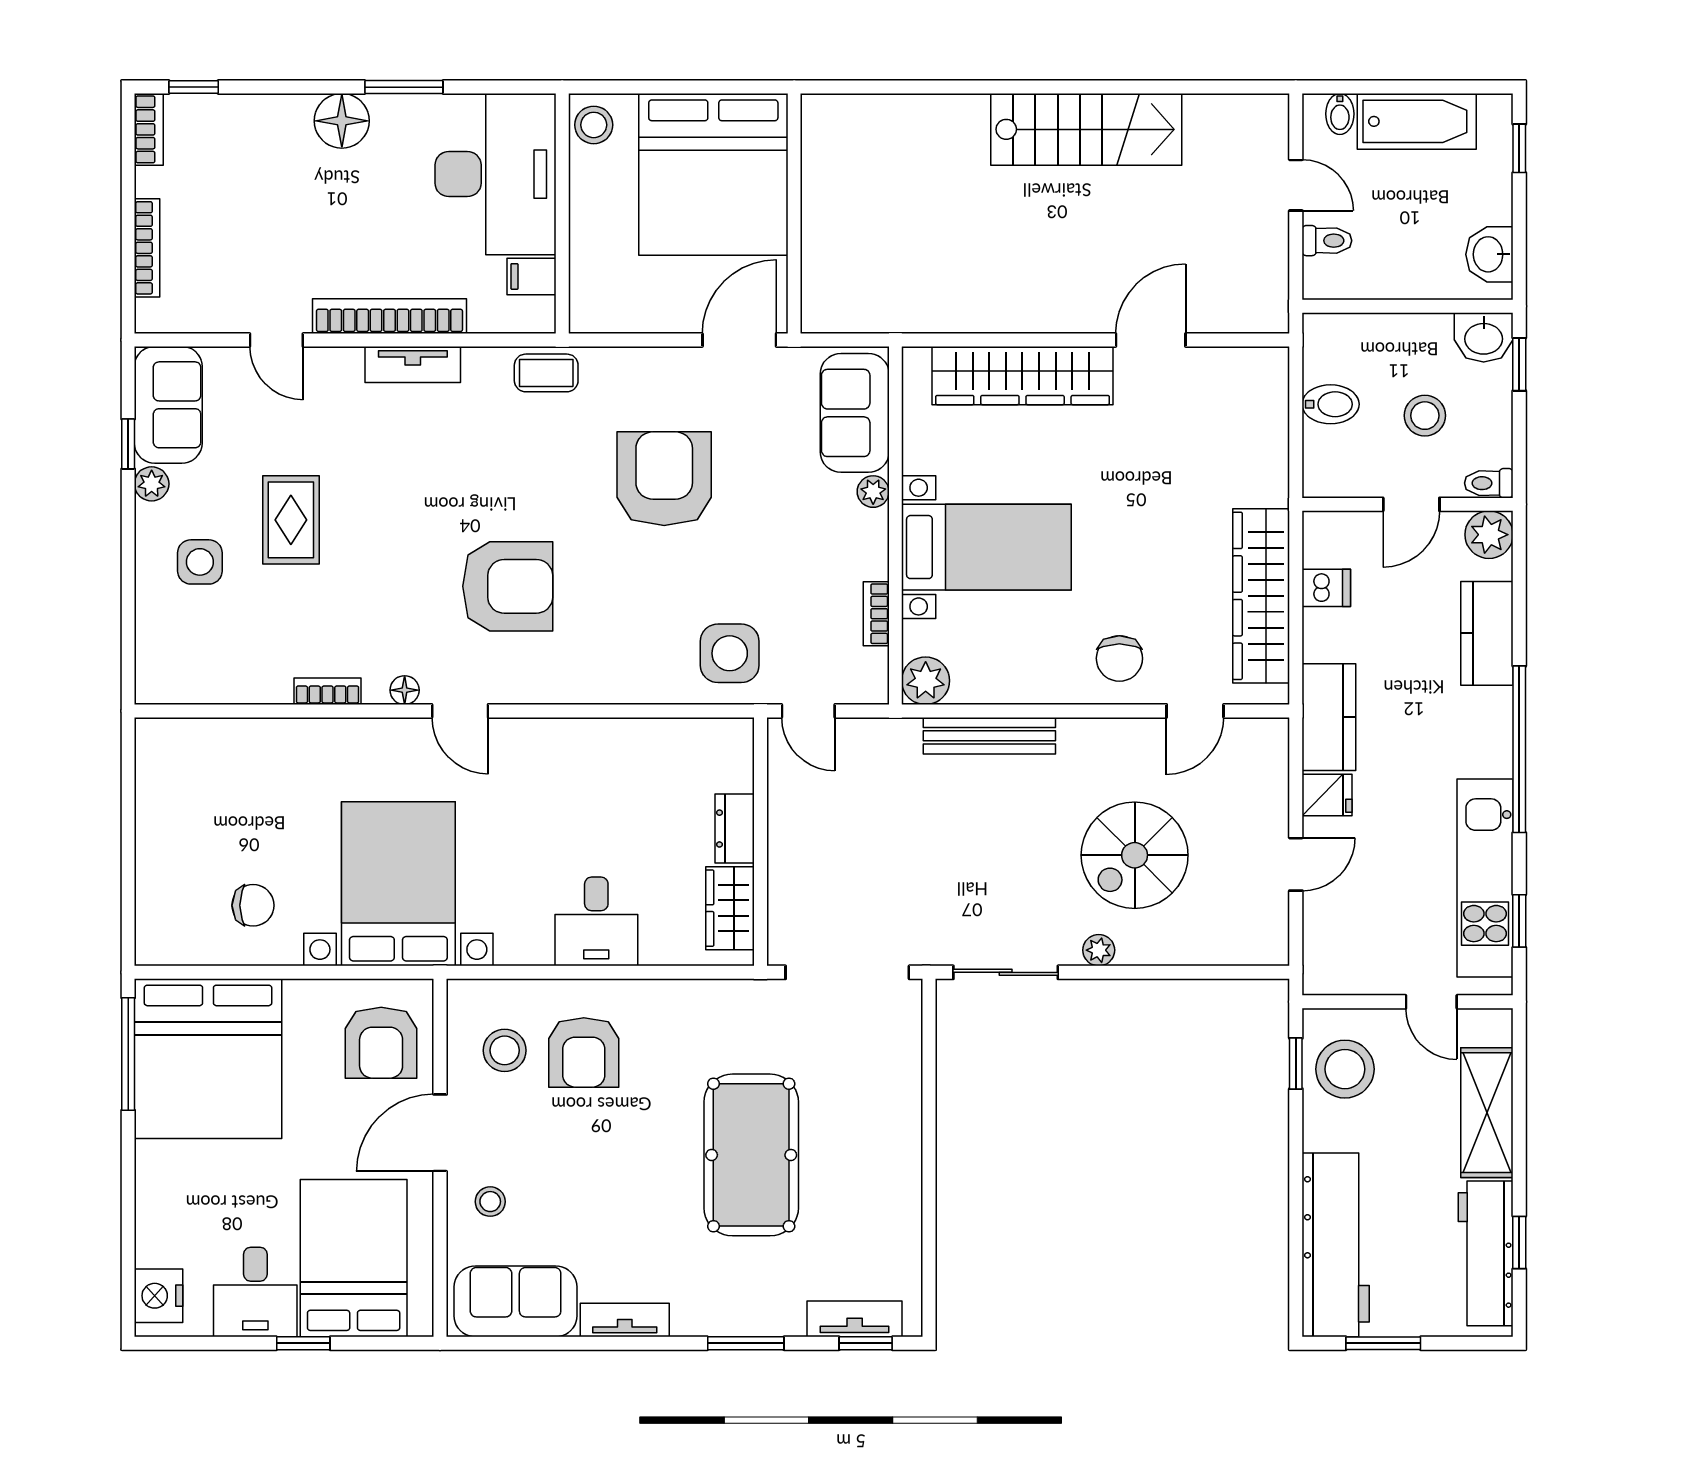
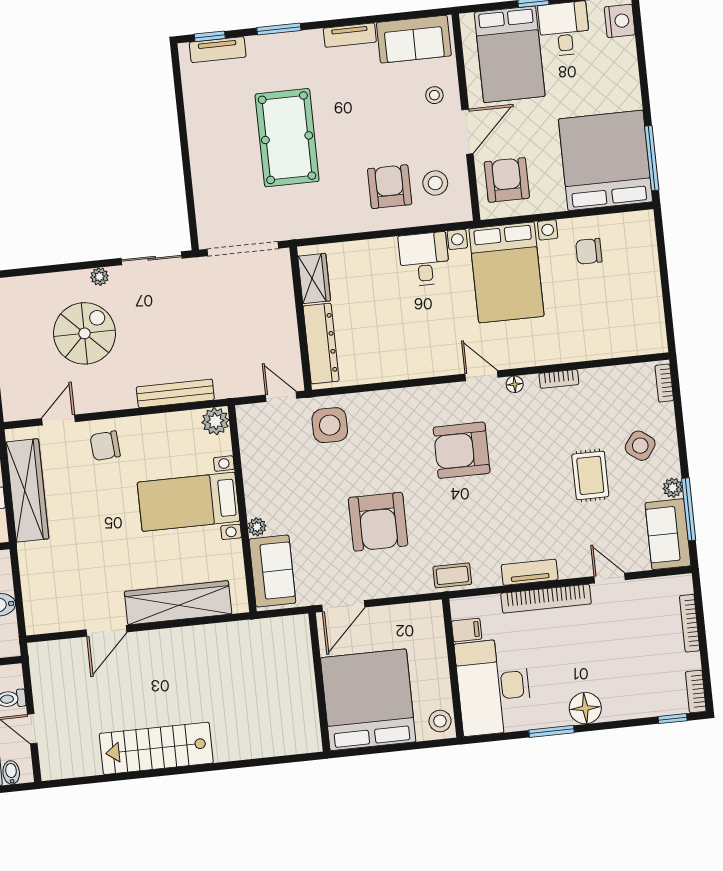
window: (128, 444) -> (689, 509), width x2.17
side table: (200, 562) -> (640, 446), turned 36
bookcase: (876, 614) -> (664, 383), moved, turned 180
chair: (1119, 658) -> (105, 446), turned -94
dresser: (735, 829) -> (321, 343), width x1.96, depth x1.24
desk: (596, 921) -> (424, 259), moved

